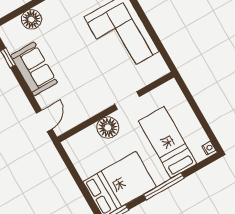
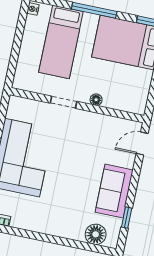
floor lamp: (31, 19) -> (96, 234), moved
floor lamp: (108, 128) -> (96, 100), width x0.53, depth x0.53

